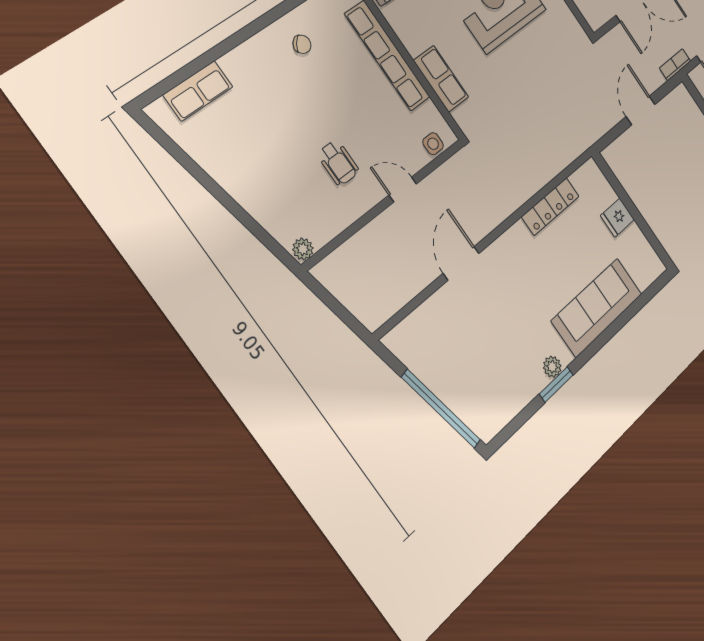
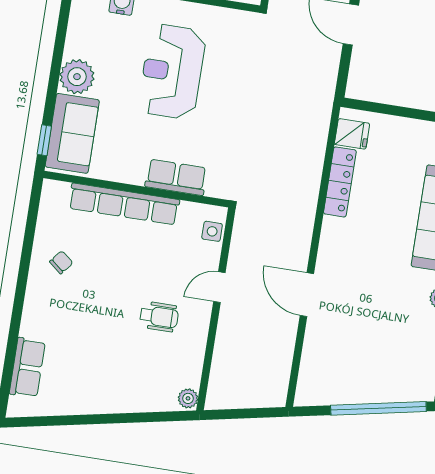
fridge: (617, 218) -> (352, 134), moved, turned -90

